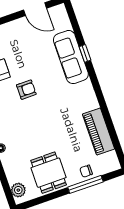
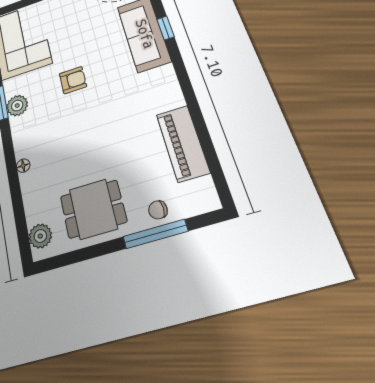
dining table: (49, 173) -> (93, 209), turned 90

